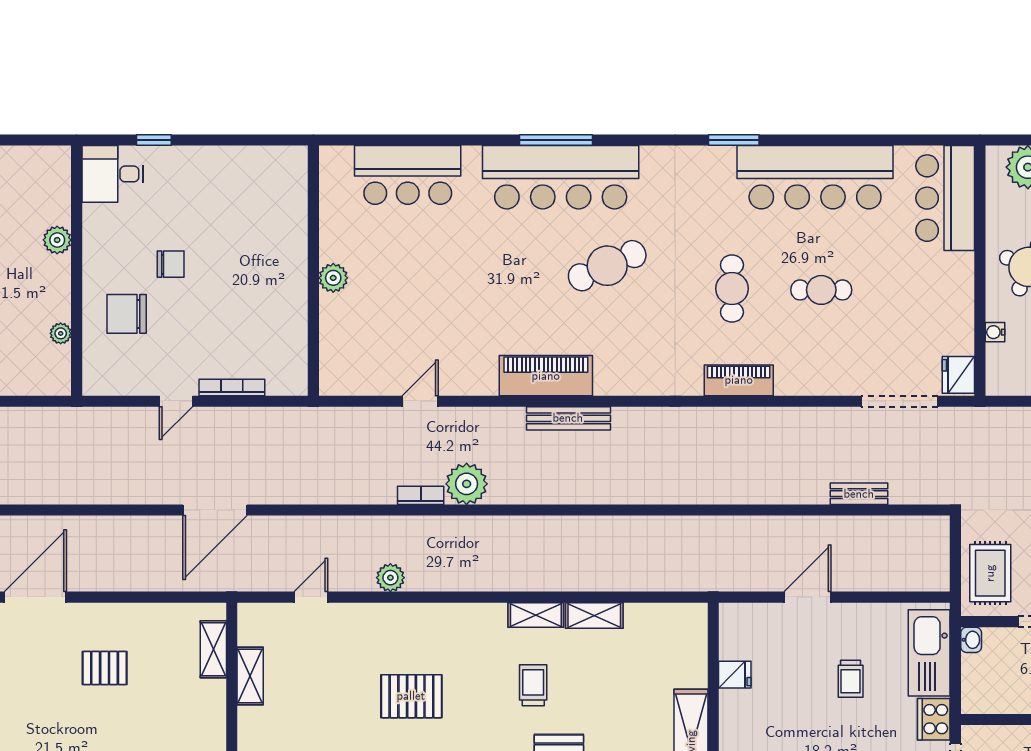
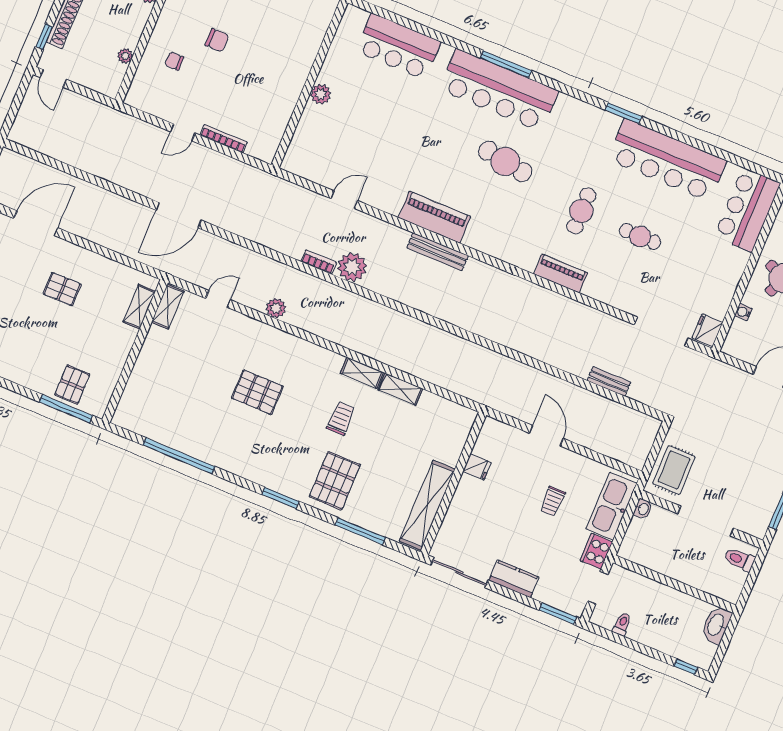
cafe table: (607, 266) -> (505, 161), turned 33
chair: (127, 314) -> (174, 61), width x0.54, depth x0.54
door: (807, 597) -> (546, 436), hinge flipped
shelving: (250, 676) -> (168, 307), moved

